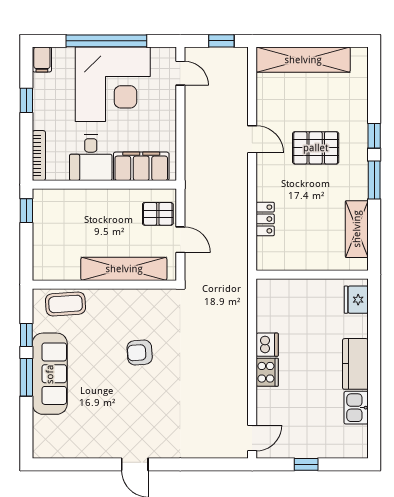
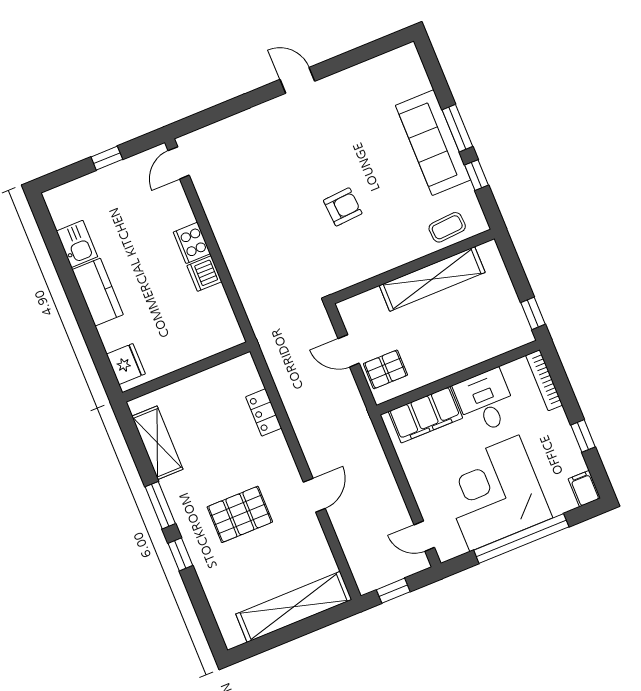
door: (252, 139) -> (314, 495), swing flipped
shelving: (124, 269) -> (432, 279), moved
coffee table: (65, 304) -> (447, 227), width x0.73, depth x0.77

